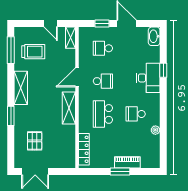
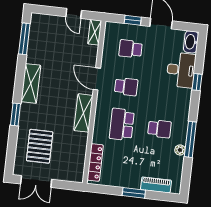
trolley: (33, 52) -> (50, 43), removed
door: (77, 77) -> (97, 79), hinge flipped
desk: (148, 78) -> (181, 70), moved
school desk: (136, 114) -> (159, 129), turned 180
window: (163, 120) -> (190, 139), added
pallet: (35, 141) -> (40, 146), width x1.50, depth x1.42
piano: (127, 162) -> (156, 185), moved

